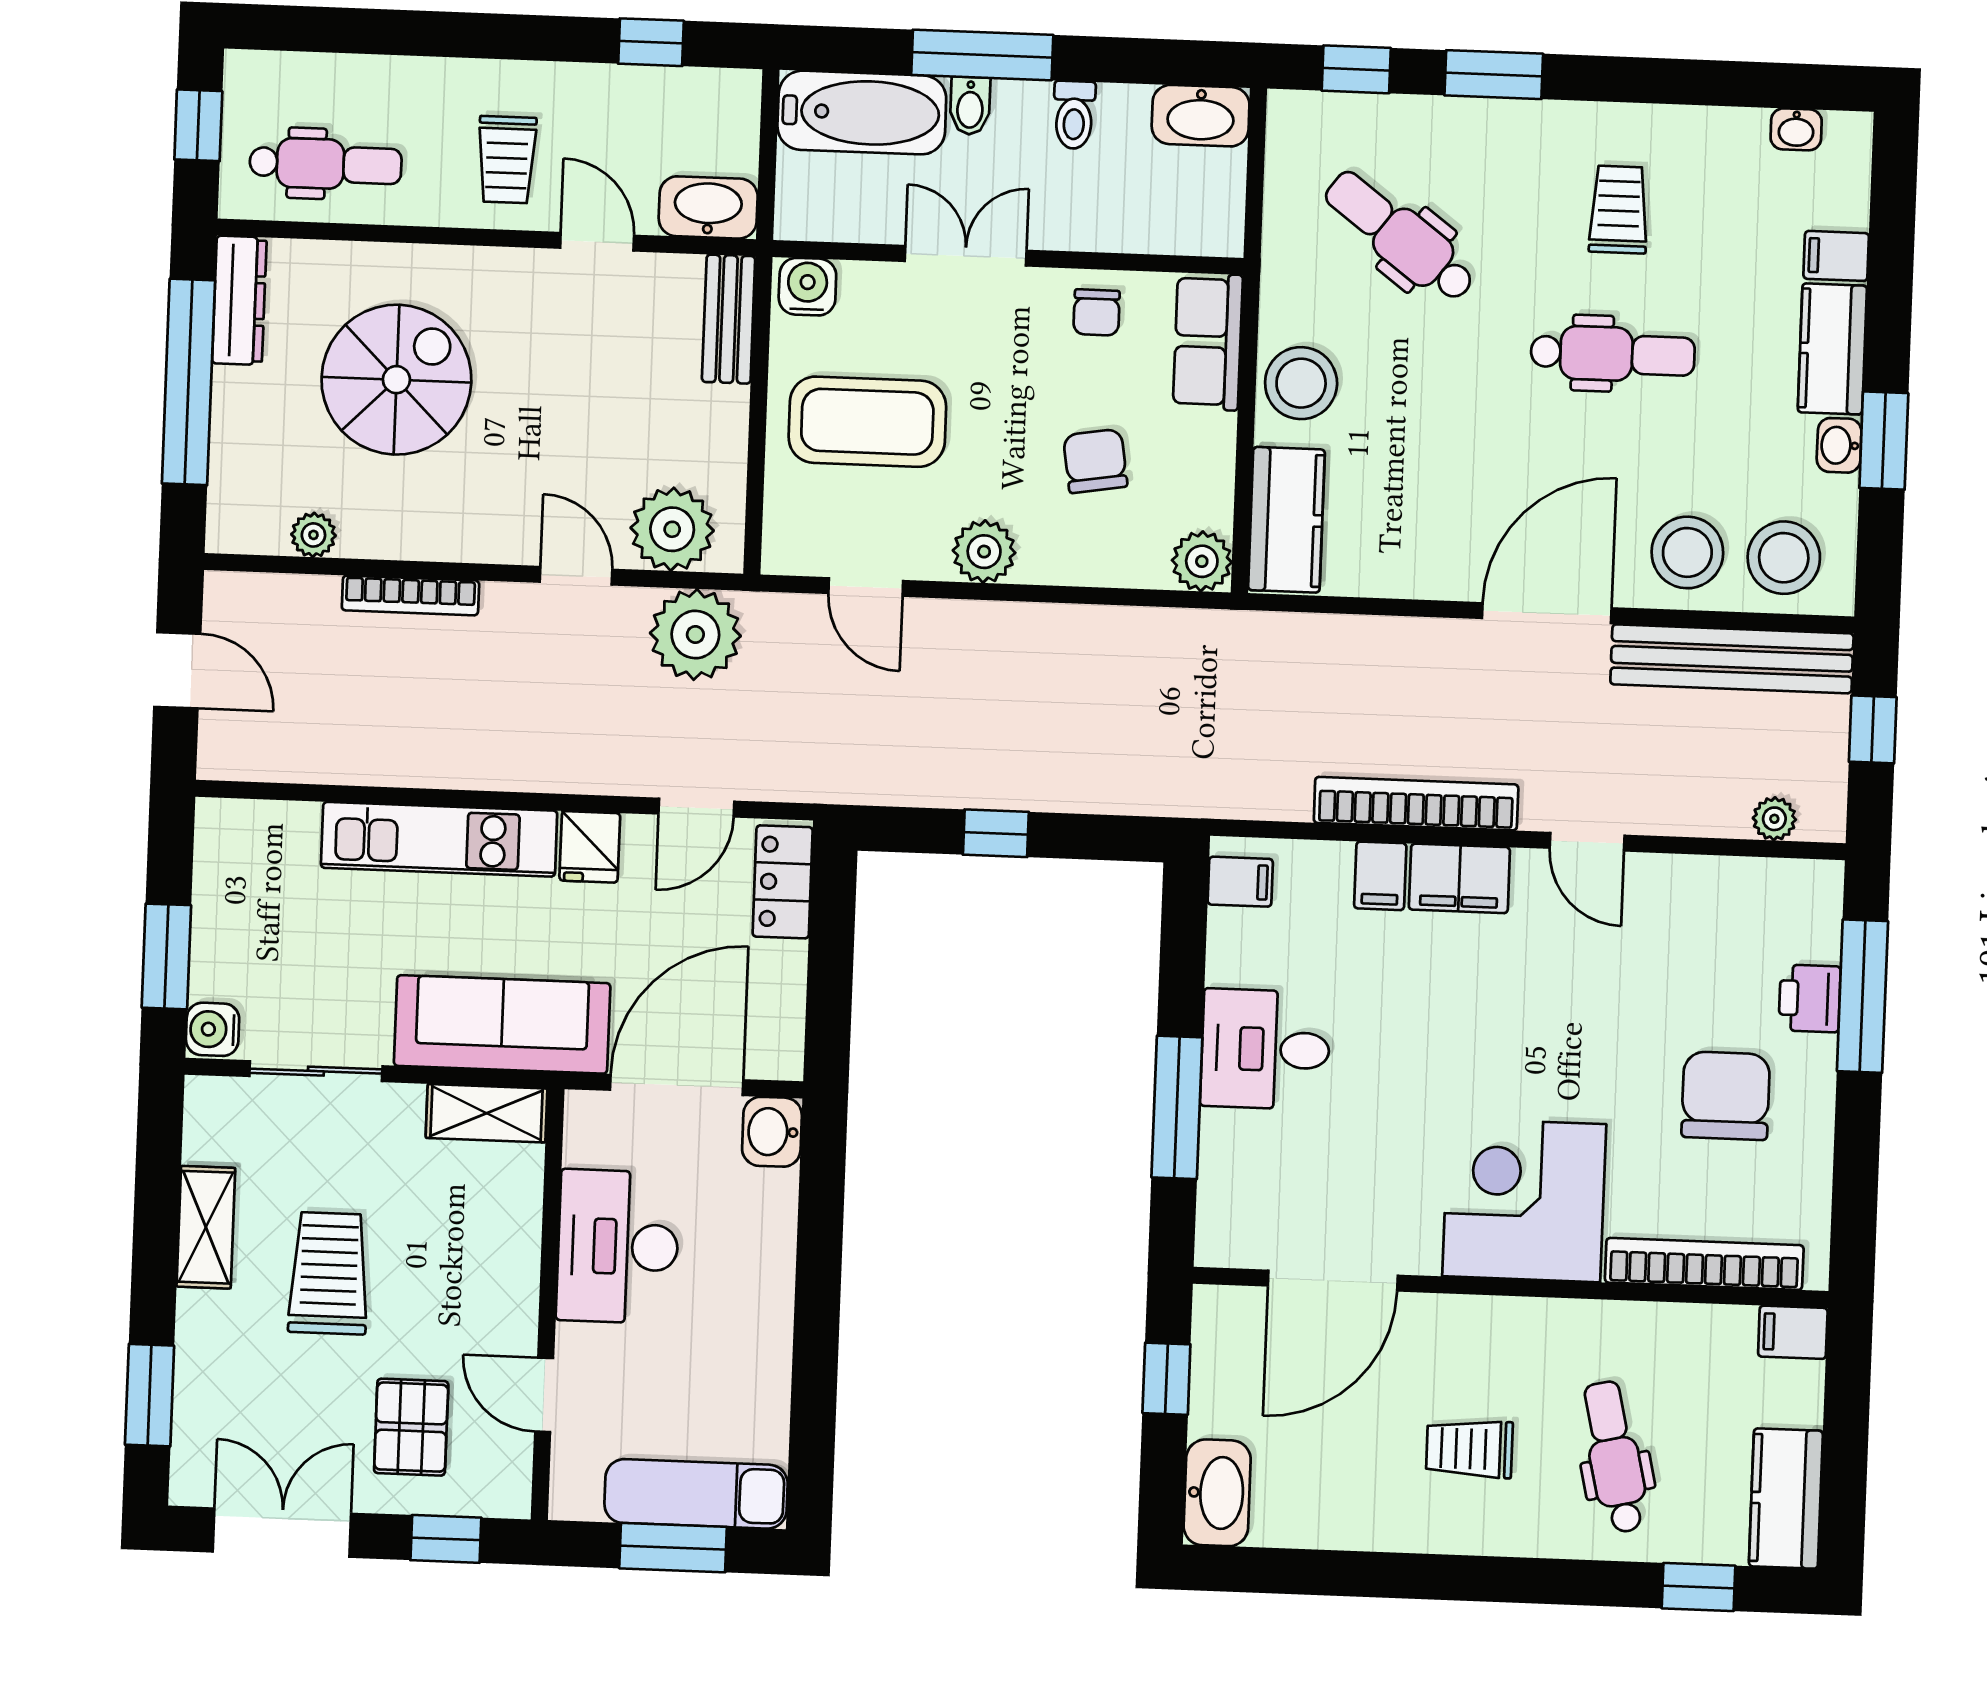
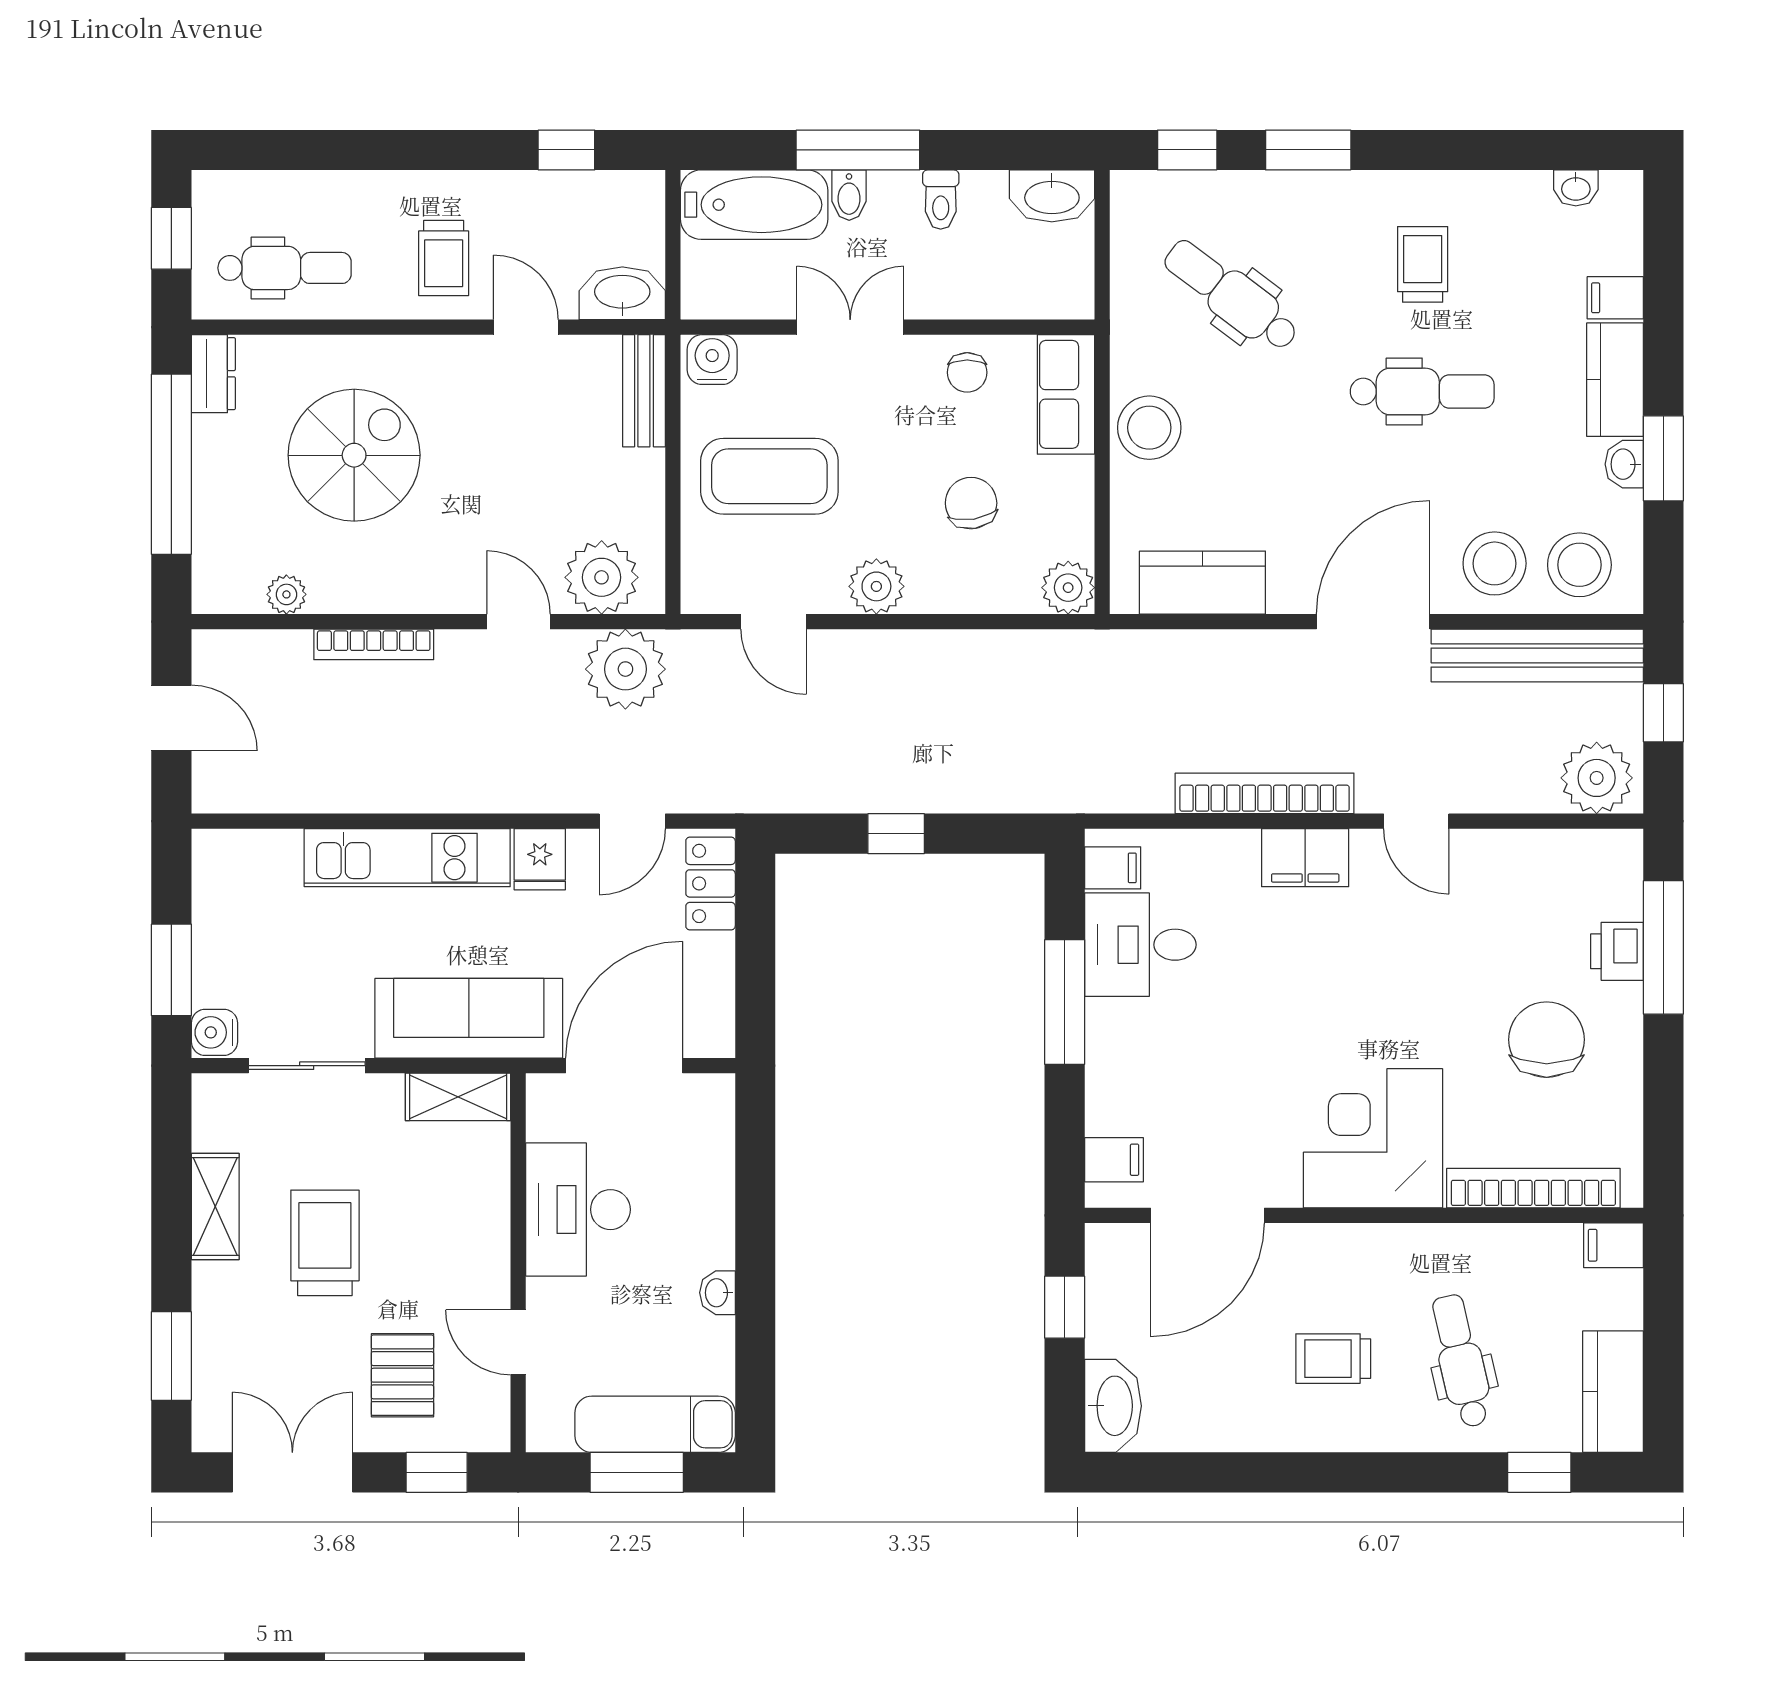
dresser: (239, 300) -> (213, 374), width x0.70
kitchen counter: (1286, 520) -> (1202, 583), moved, turned -90
plant: (1774, 819) -> (1597, 778), width x1.87, depth x1.87
filing cabinet: (1380, 876) -> (1114, 1160), moved, turned -90
desk: (1265, 1049) -> (1140, 945), moved
window: (1177, 1107) -> (1065, 1002), moved
washbasin: (772, 1132) -> (718, 1293), moved, width x0.72, depth x0.69

